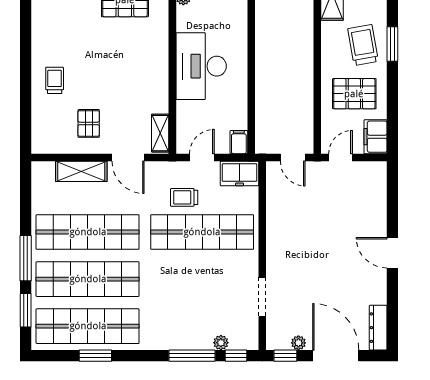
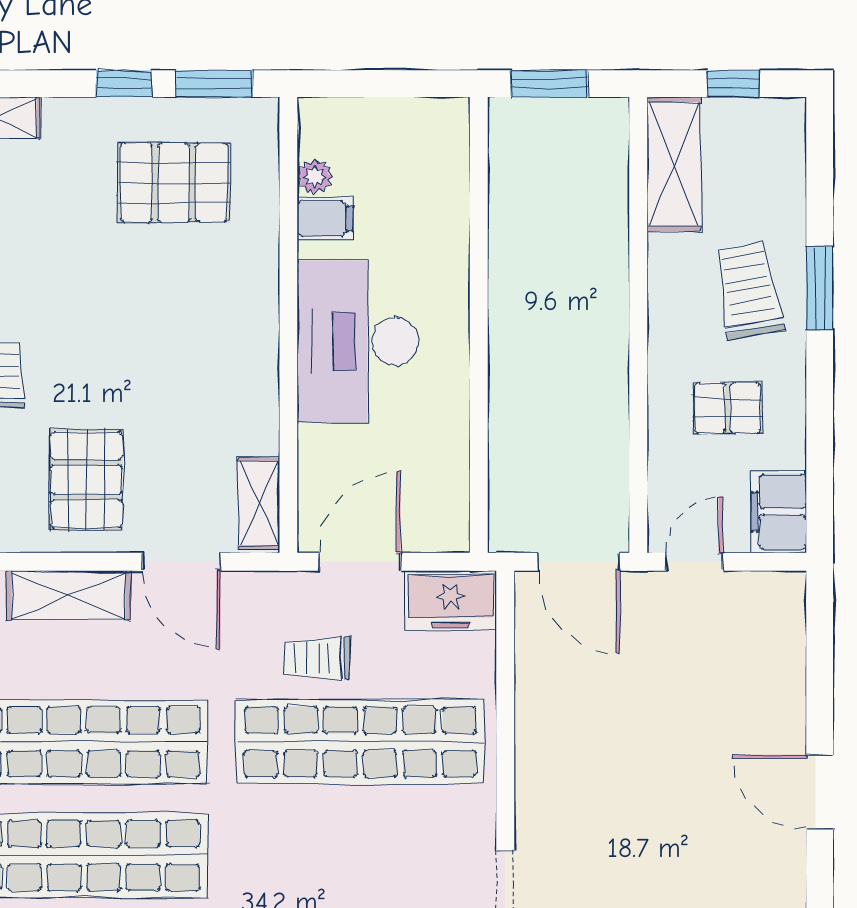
pallet: (354, 94) -> (728, 408), width x0.67, depth x0.71
pallet: (89, 123) -> (86, 480), width x1.50, depth x1.42
filing cabinet: (239, 142) -> (325, 219), moved, turned 90
door: (202, 157) -> (360, 562), width x1.38
door: (293, 157) -> (579, 562), width x1.38

